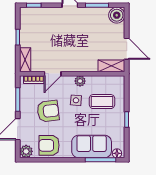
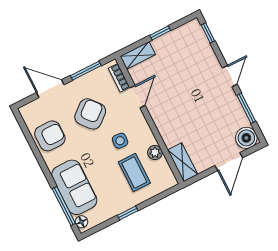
door: (127, 49) -> (229, 162), moved
door: (53, 74) -> (138, 97), swing flipped
plant: (80, 81) -> (155, 152), moved
armchair: (48, 111) -> (90, 114), turned -123
armchair: (49, 145) -> (50, 136), turned 90
plant: (26, 151) -> (29, 112), removed

